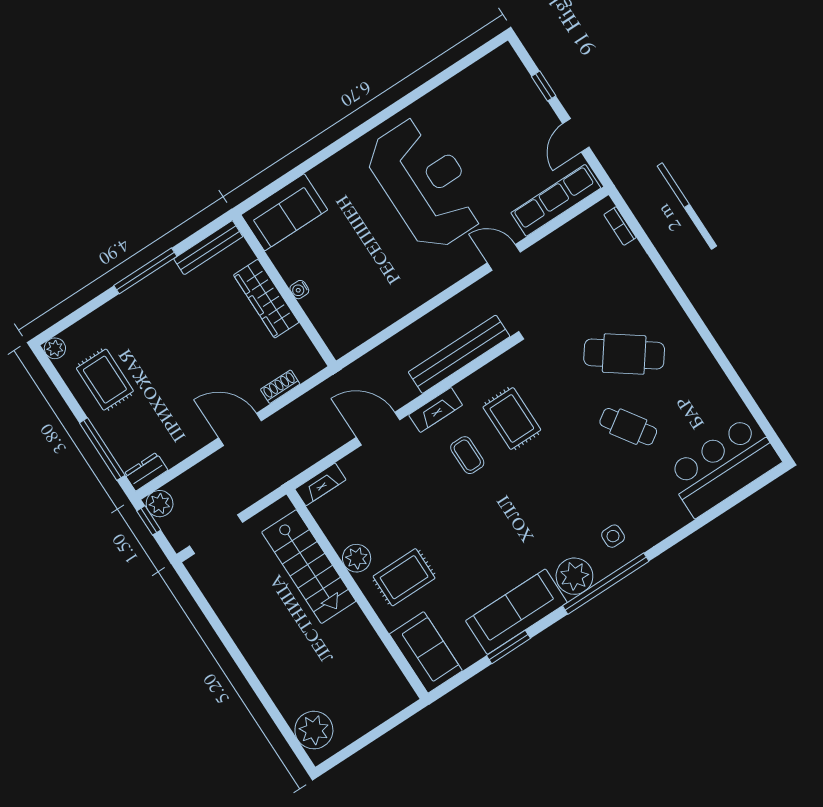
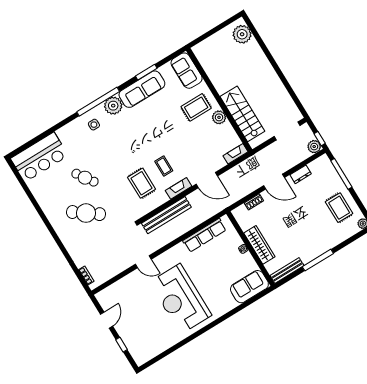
row of seats: (556, 200) -> (204, 235), moved
dresser: (146, 472) -> (301, 174), moved

